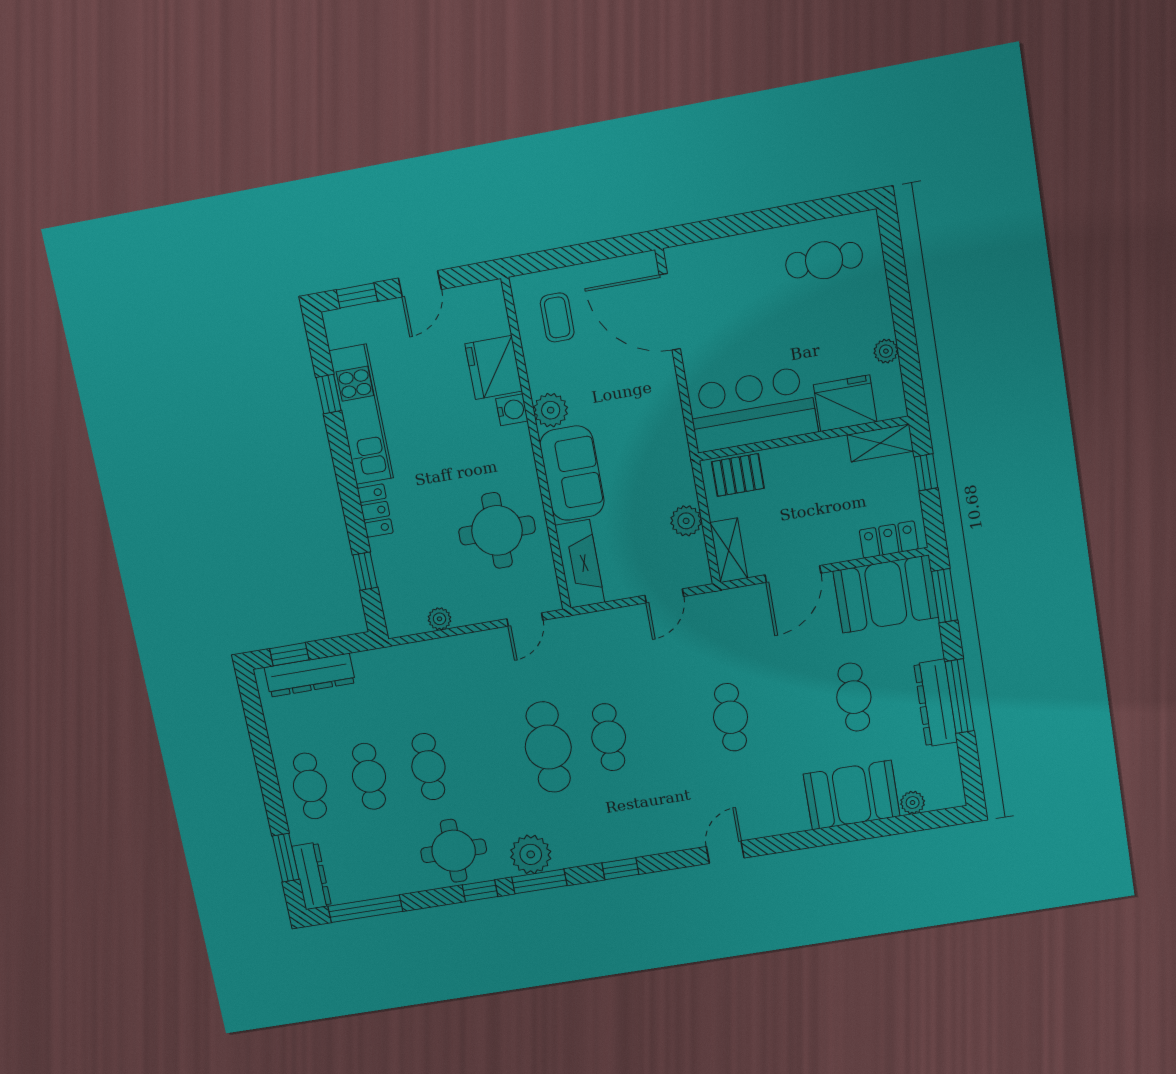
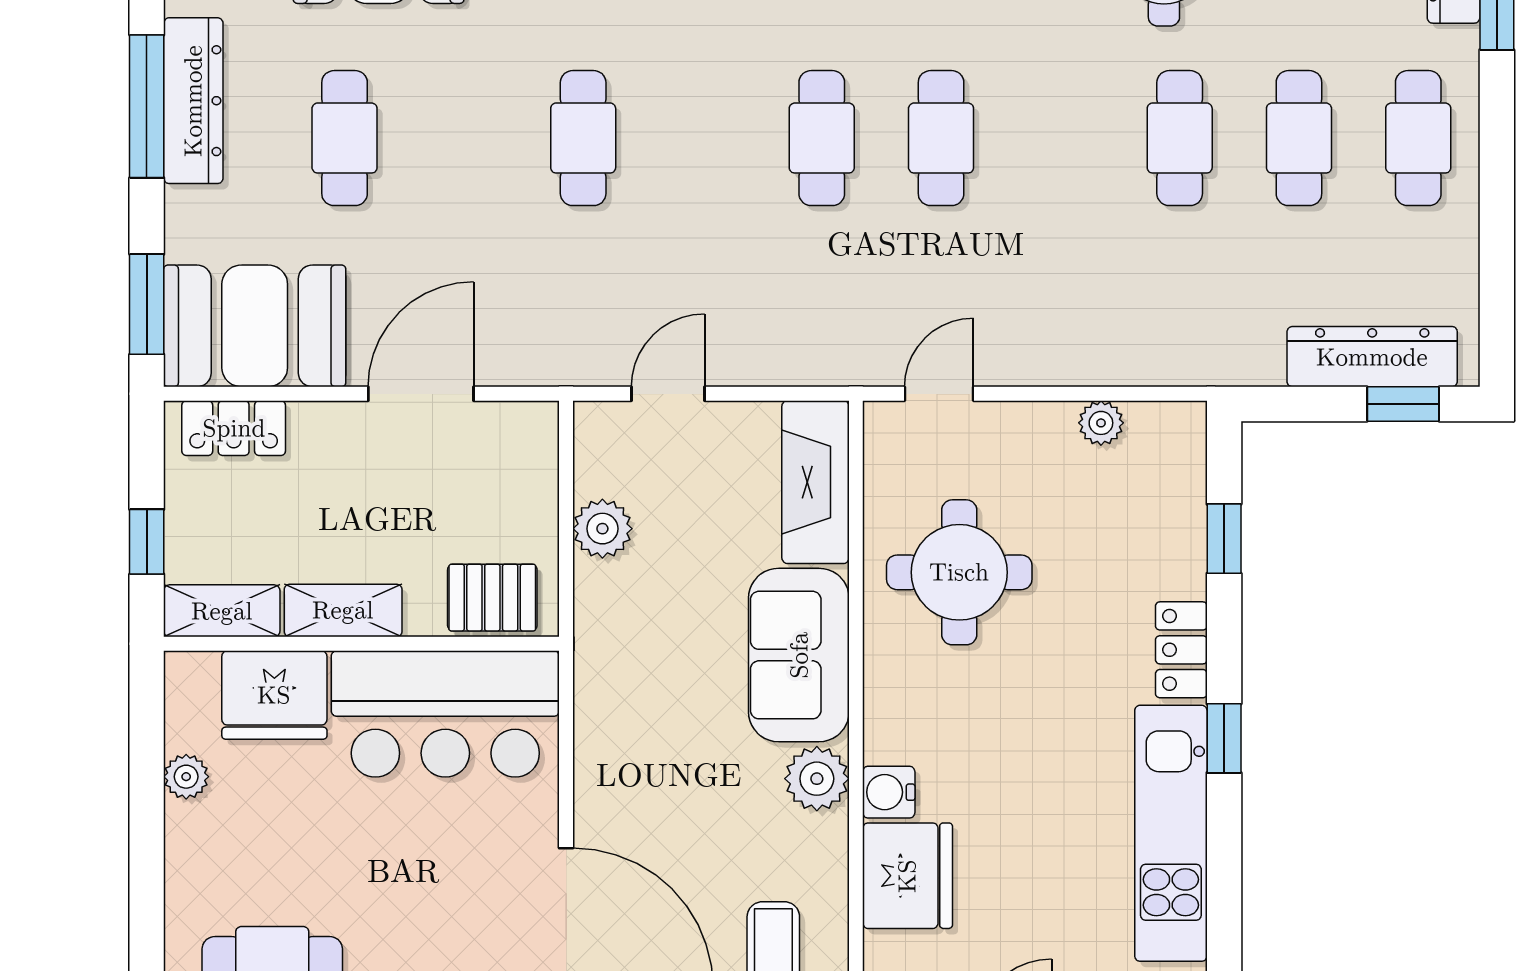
window: (329, 394) -> (1224, 738), moved
shelving: (729, 550) -> (343, 610), moved, turned 90
cafe table: (548, 747) -> (941, 138), width x0.73, depth x0.74

